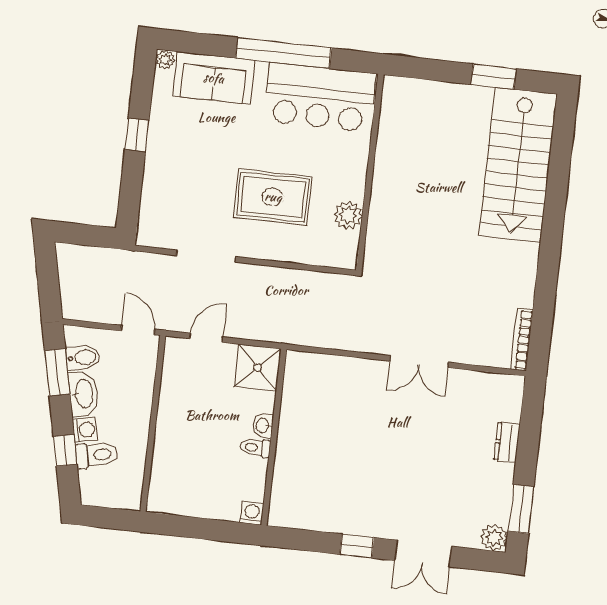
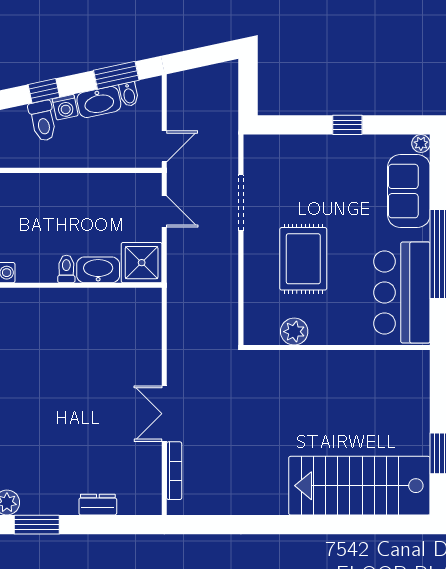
bookcase: (522, 340) -> (174, 471), moved, turned 90
bidet: (83, 358) -> (129, 94), width x0.72, depth x0.74
washbasin: (263, 425) -> (98, 270), width x1.91, depth x1.45

